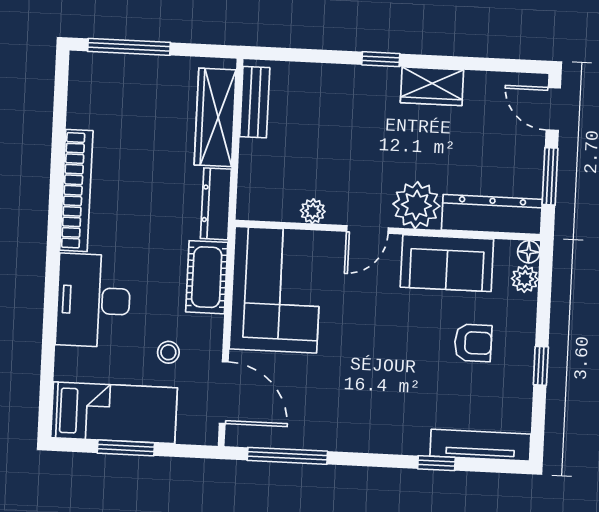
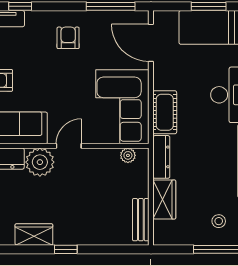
wardrobe: (215, 117) -> (164, 200), width x0.67
plant: (313, 211) -> (128, 155), moved
stool: (168, 352) -> (219, 221), moved
armchair: (360, 407) -> (68, 38), added

